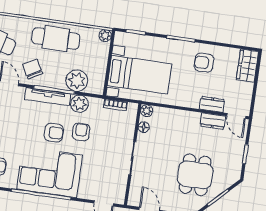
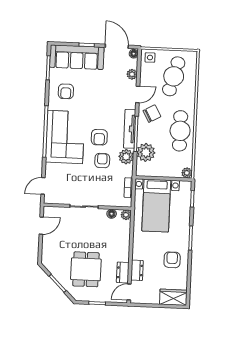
armchair: (81, 132) -> (102, 161), turned -90
dining table: (195, 175) -> (86, 269), moved, turned 90

